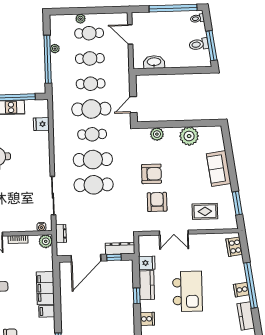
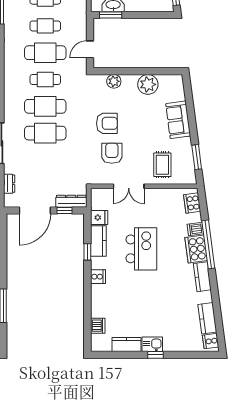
window: (152, 72) -> (111, 15), added
rug: (205, 211) -> (162, 165), turned 90
dishwasher: (238, 271) -> (195, 229), added
cooker: (241, 290) -> (196, 249), width x1.87, depth x1.31

